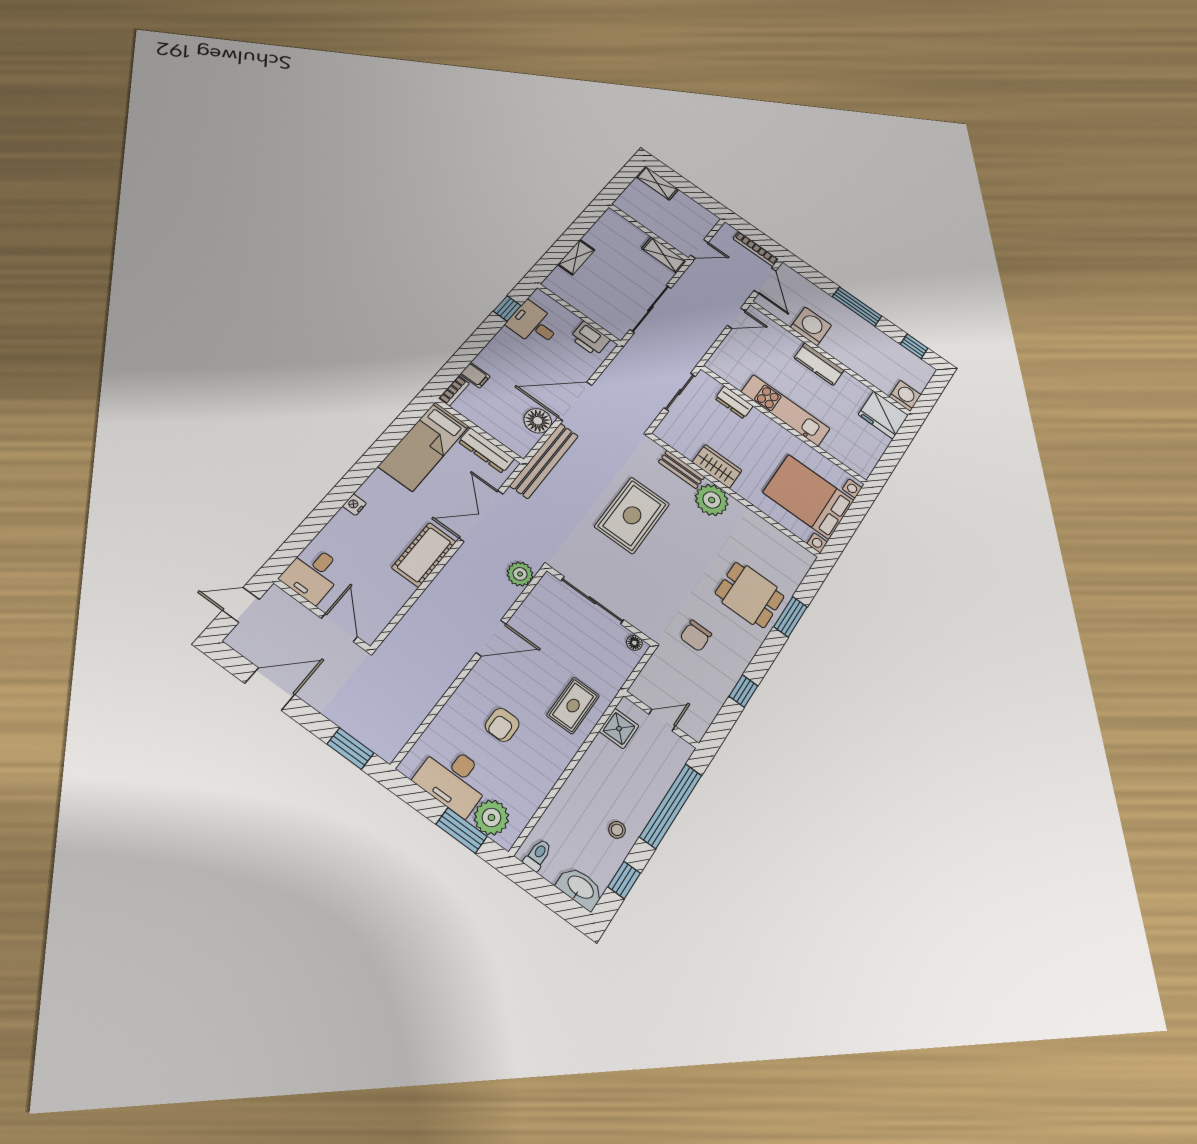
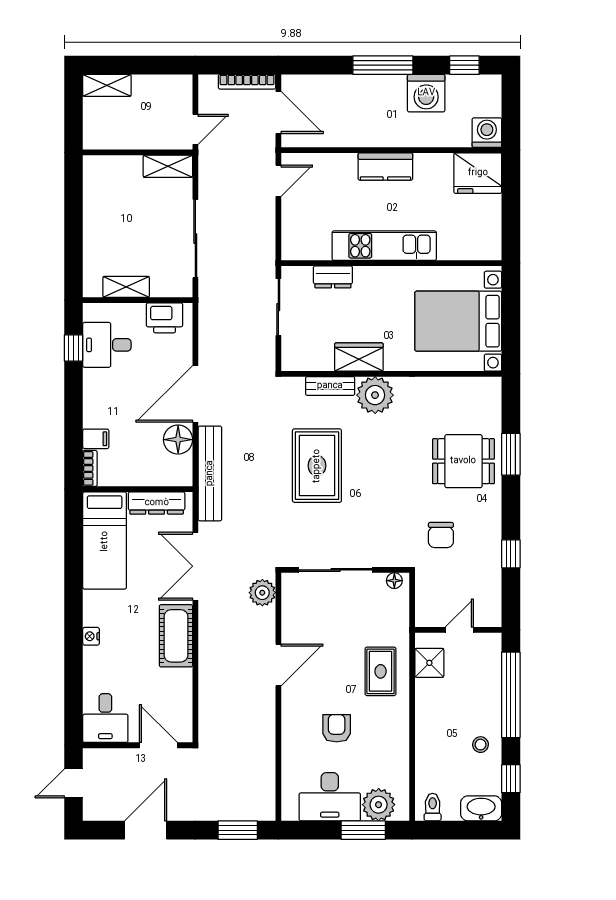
shelving: (576, 257) -> (126, 287), moved, turned 90
washing machine: (811, 326) -> (426, 93), moved, turned 180
armchair: (502, 725) -> (337, 728), turned 180

